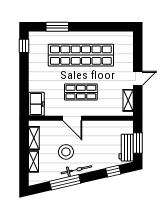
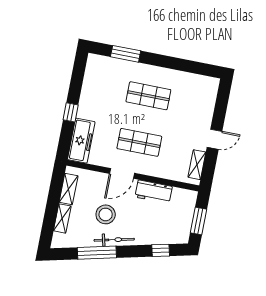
window: (24, 46) -> (71, 112), moved
shop shelf: (81, 55) -> (148, 96), width x0.50, depth x0.74
freezer: (36, 104) -> (81, 141), width x1.40
door: (72, 118) -> (122, 173), hinge flipped
workbench: (126, 148) -> (154, 192), moved, turned -90

